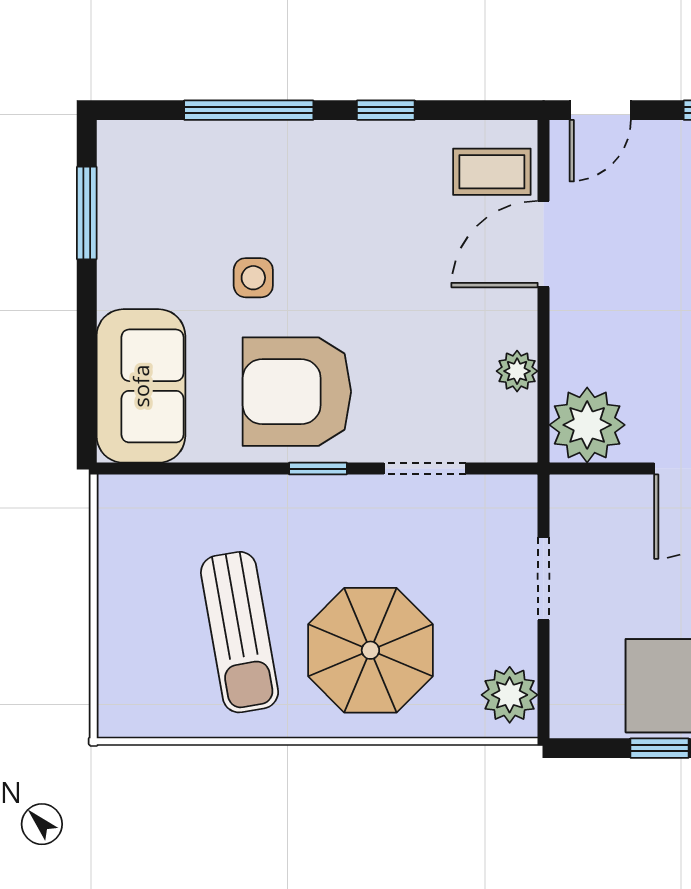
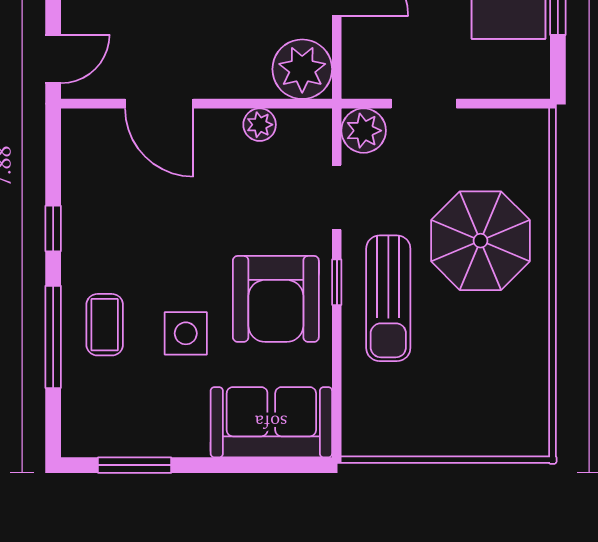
door: (600, 110) -> (53, 59), hinge flipped
coffee table: (492, 172) -> (105, 325), moved
side table: (253, 278) -> (186, 333), width x1.37, depth x1.37
sun lounger: (240, 632) -> (388, 298), moved, turned 100
plant: (510, 695) -> (364, 131), moved

